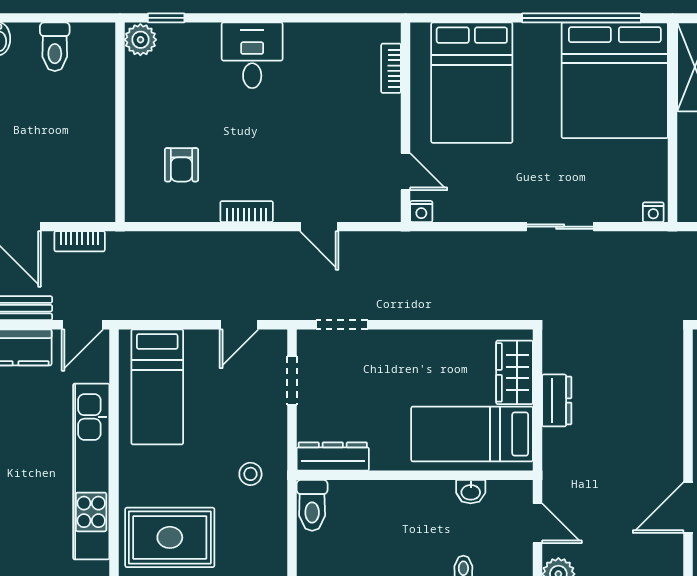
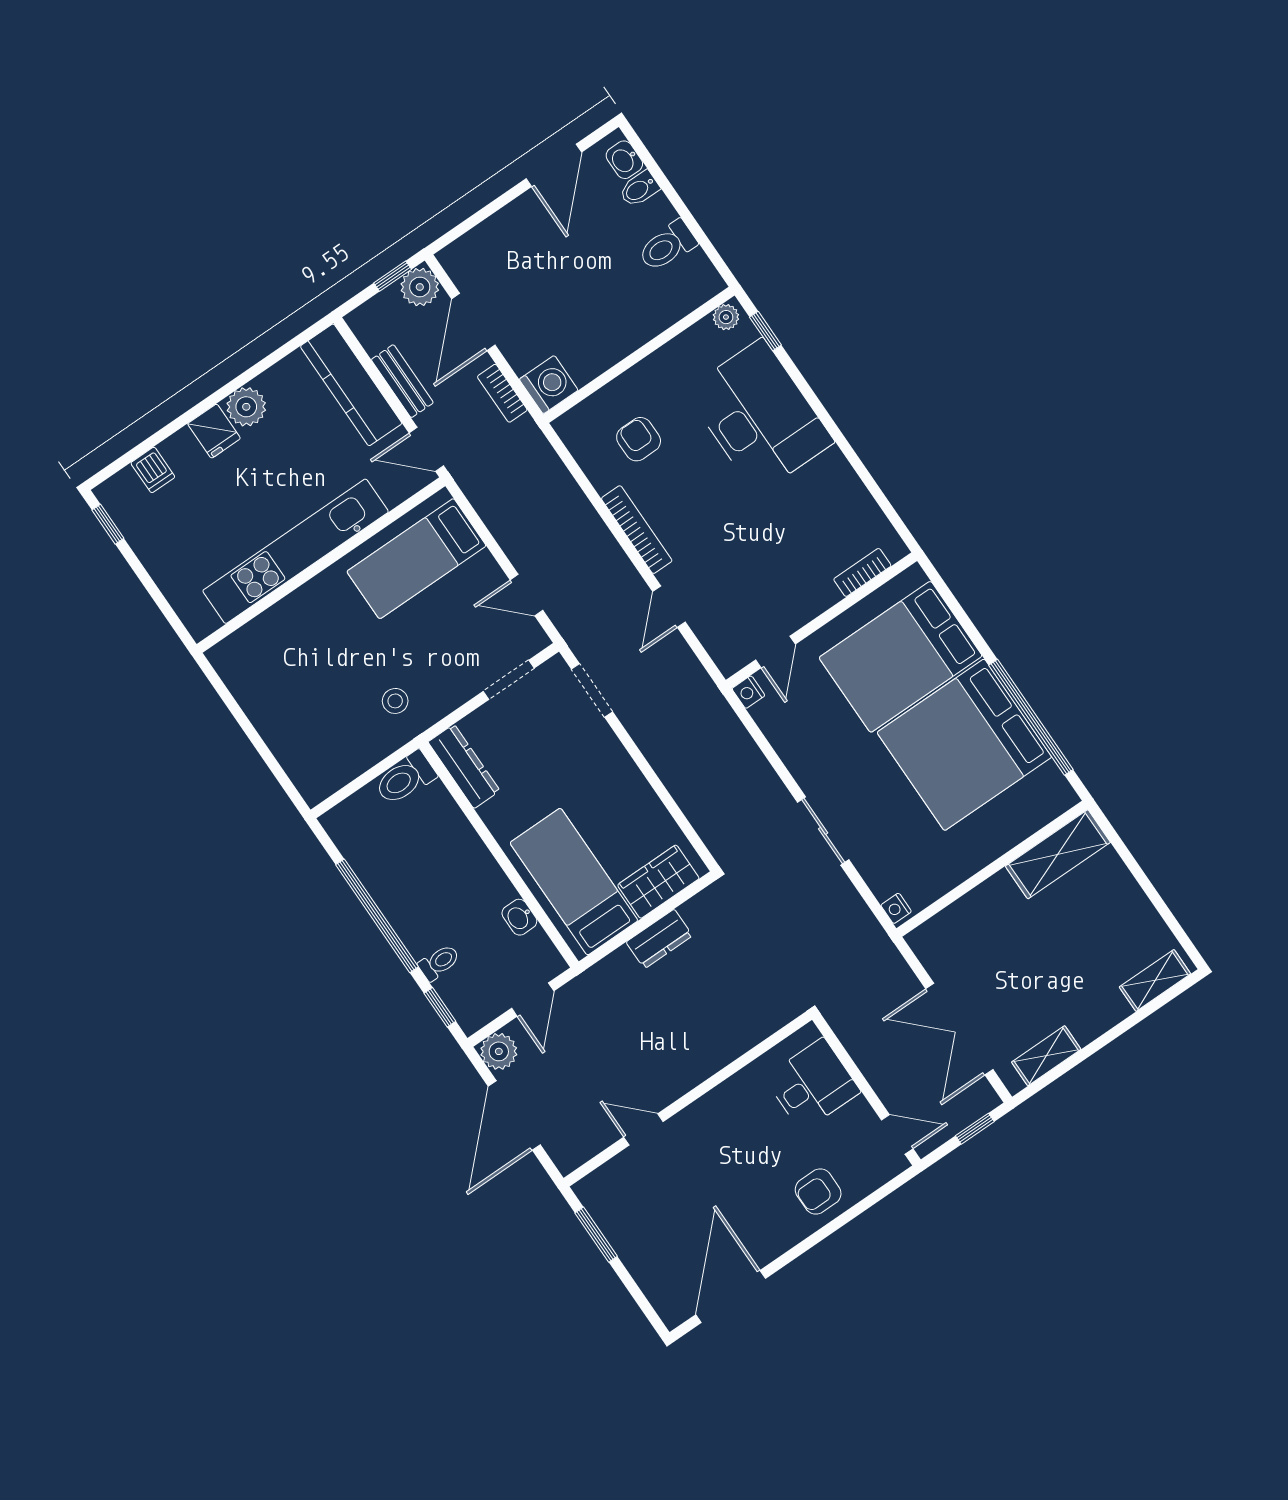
plant: (140, 40) -> (726, 317), width x0.73, depth x0.73
desk: (252, 55) -> (759, 417), width x1.87, depth x1.30
bed: (615, 80) -> (964, 745), moved
armchair: (181, 165) -> (639, 439), turned 90
washing machine: (97, 203) -> (549, 385), added
bookcase: (247, 212) -> (637, 530), width x1.56
door: (688, 508) -> (643, 1129), width x0.73
rug: (170, 537) -> (284, 667), removed

